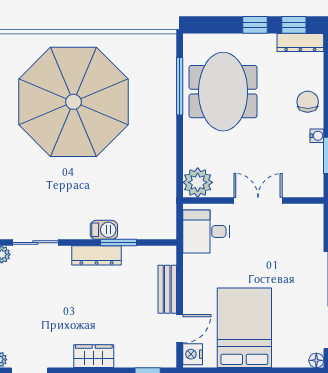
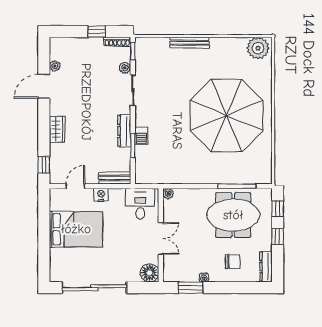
window: (294, 25) -> (278, 209), moved
chair: (308, 102) -> (233, 262), moved
plant: (198, 182) -> (168, 194), width x0.53, depth x0.53
bench: (167, 289) -> (115, 178), moved
door: (180, 329) -> (75, 186), swing flipped
nightstand: (193, 354) -> (101, 195), moved
floor lamp: (316, 360) -> (149, 273), moved, width x1.89, depth x1.89

